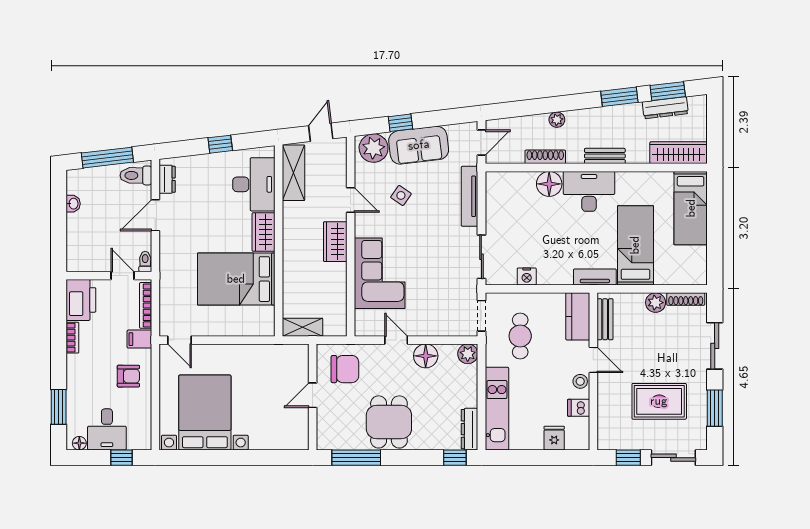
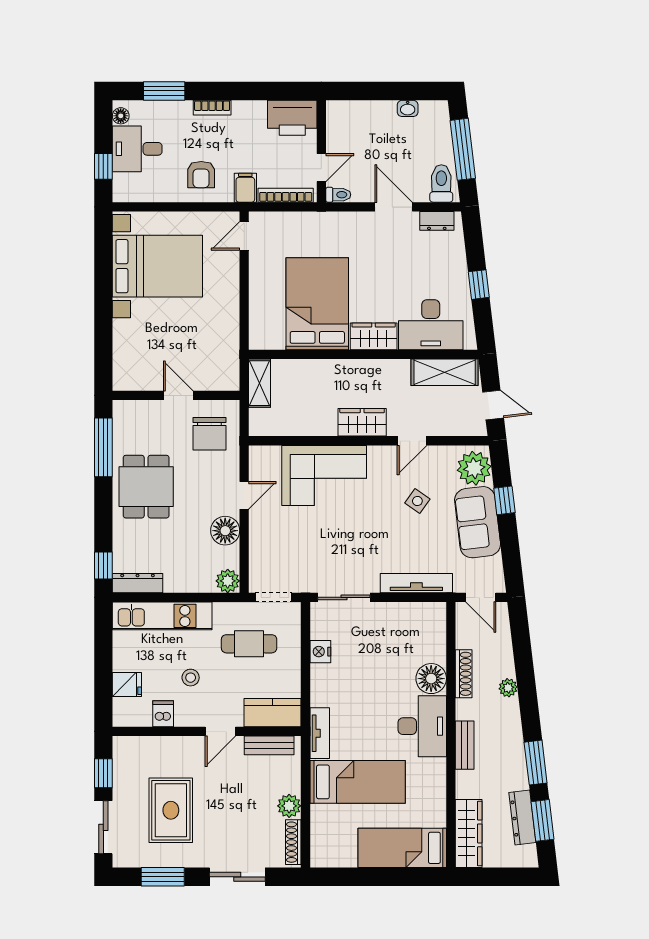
bookcase: (72, 338) -> (212, 108), moved
stool: (580, 381) -> (191, 678), moved
dining table: (389, 422) -> (146, 487), turned 90

